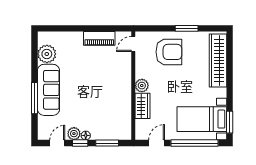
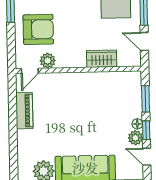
door: (133, 44) -> (30, 71), hinge flipped
armchair: (169, 52) -> (38, 29), turned 90
plant: (142, 86) -> (48, 61), moved

